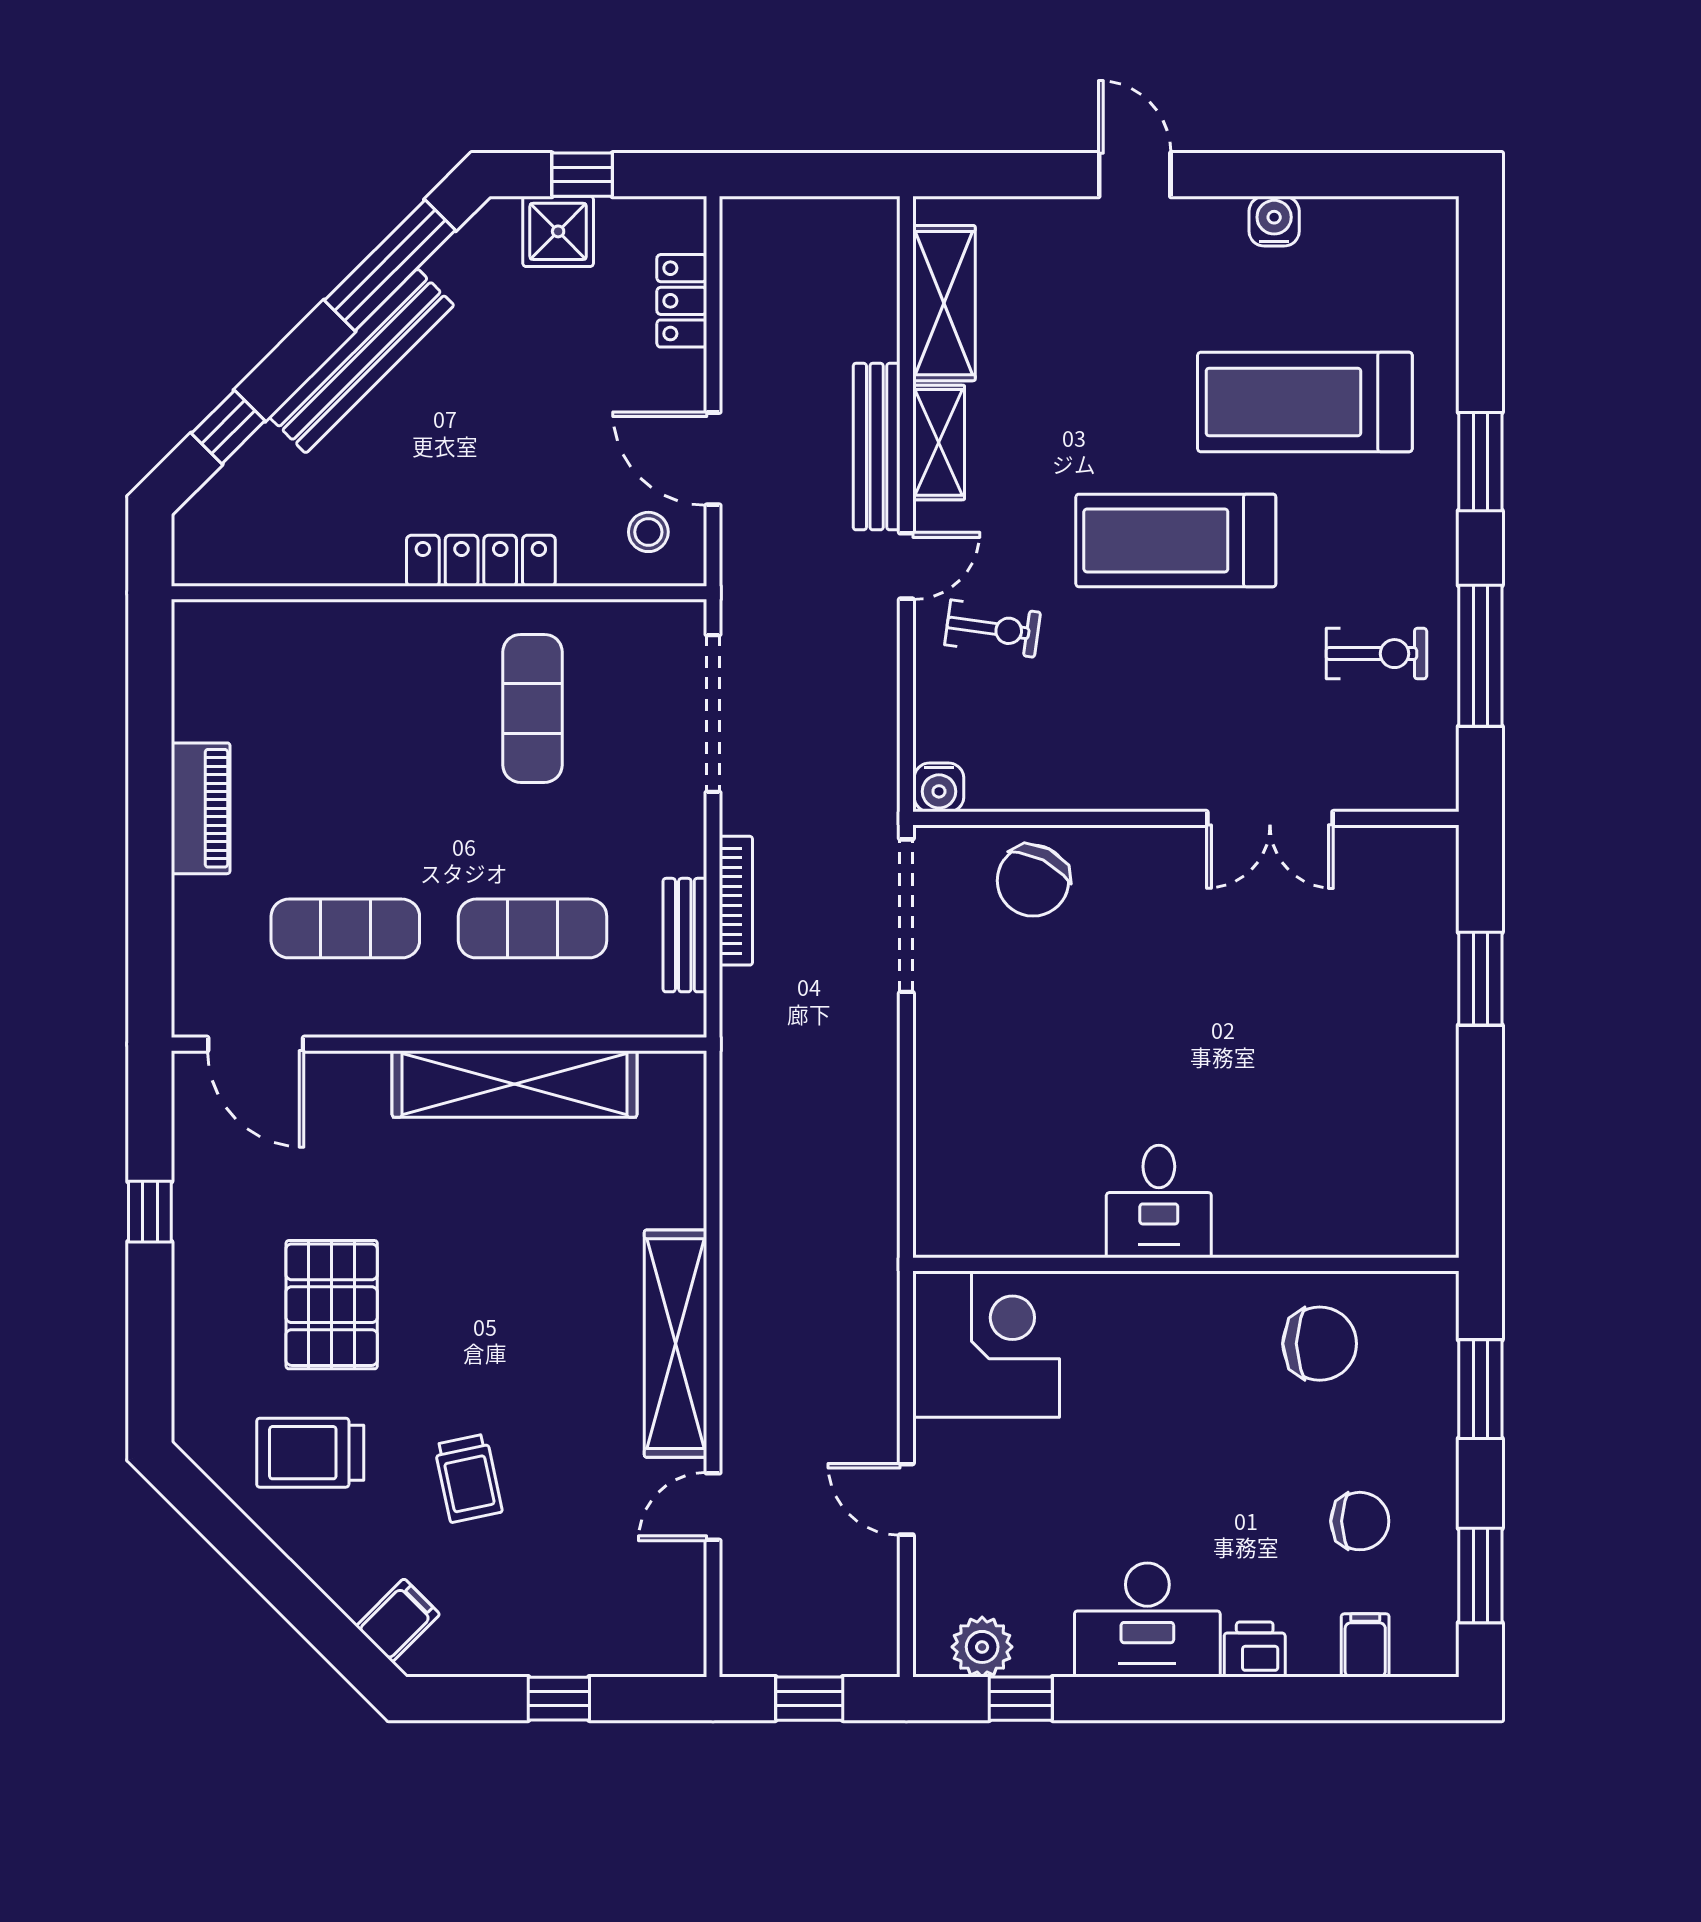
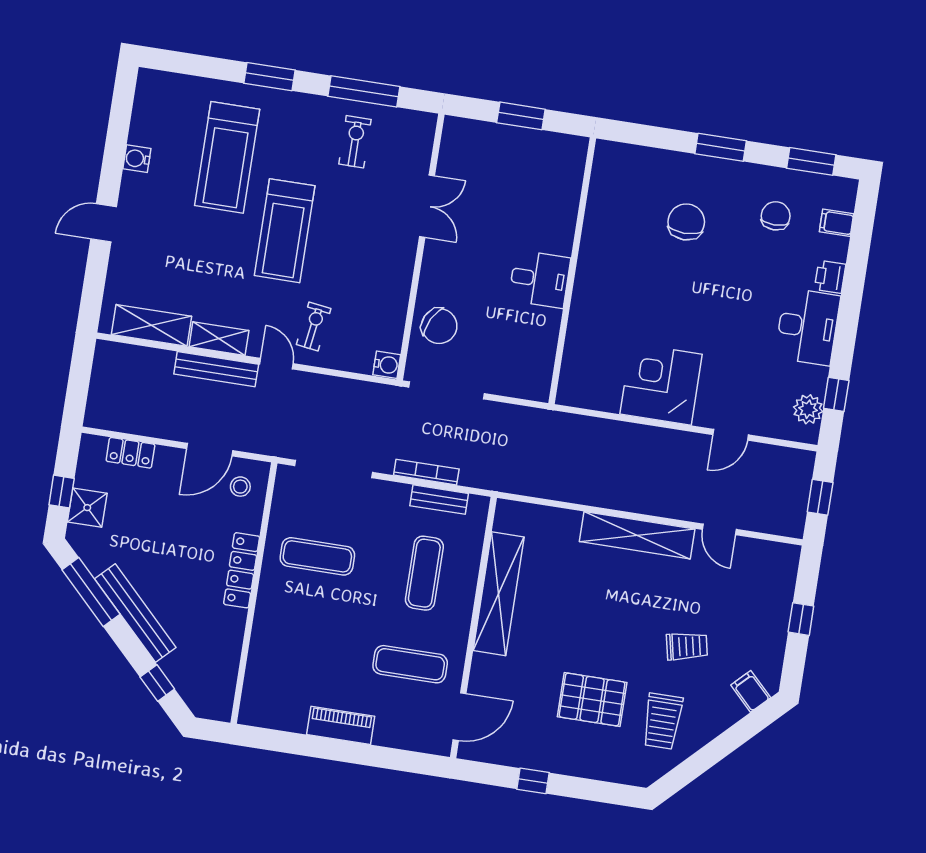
exercise mat: (345, 928) -> (410, 664), turned 90
desk: (1159, 1202) -> (540, 279), moved
wall: (1186, 1264) -> (572, 271), moved

